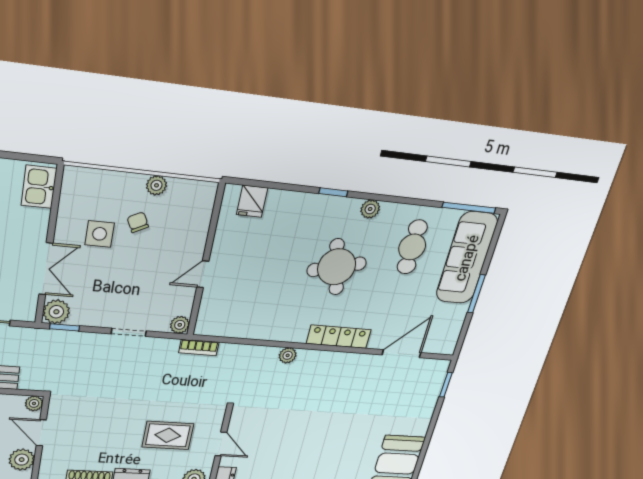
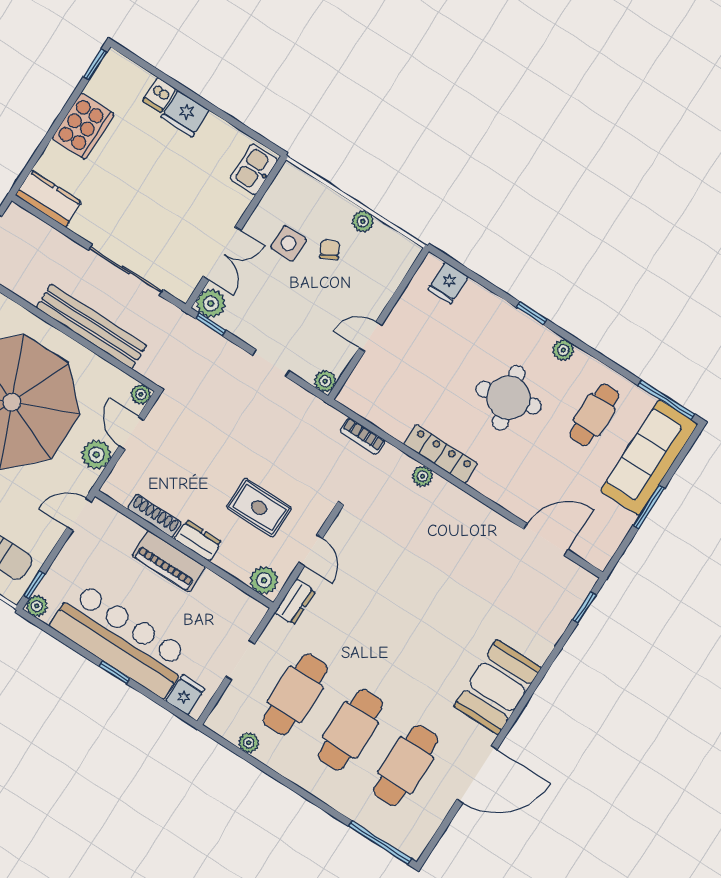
locker: (339, 337) -> (441, 454), moved
bookcase: (199, 347) -> (363, 436), moved

